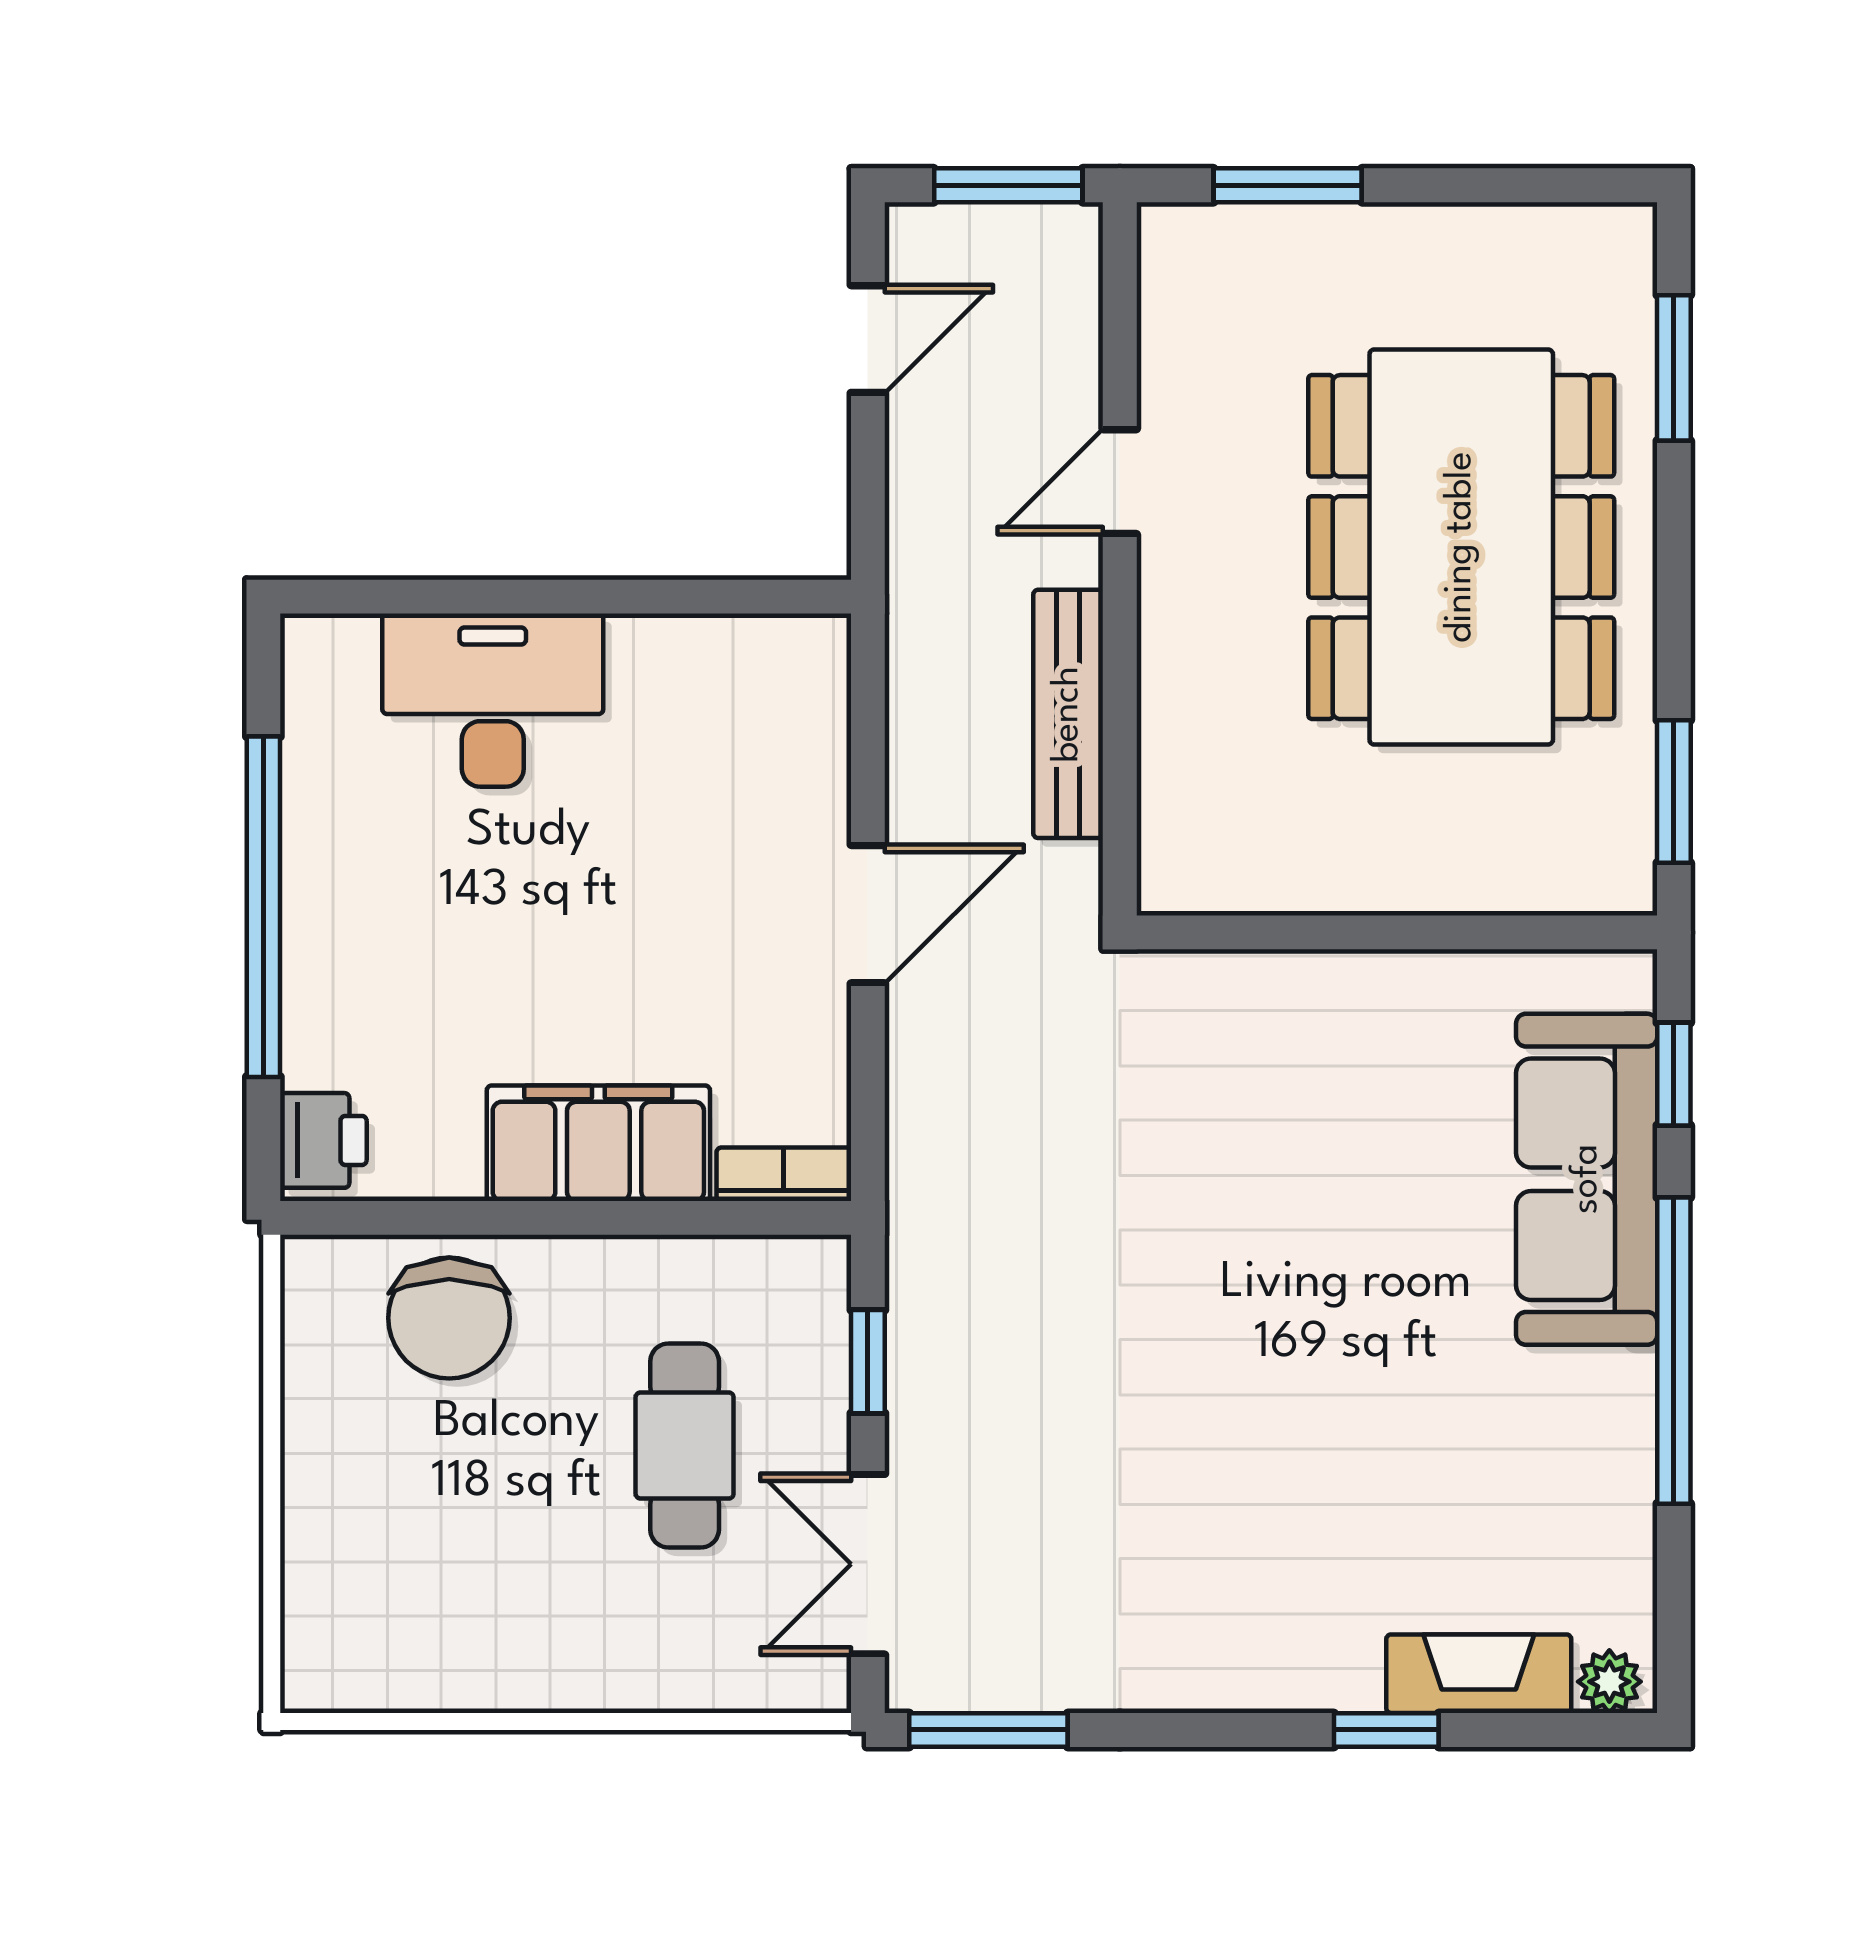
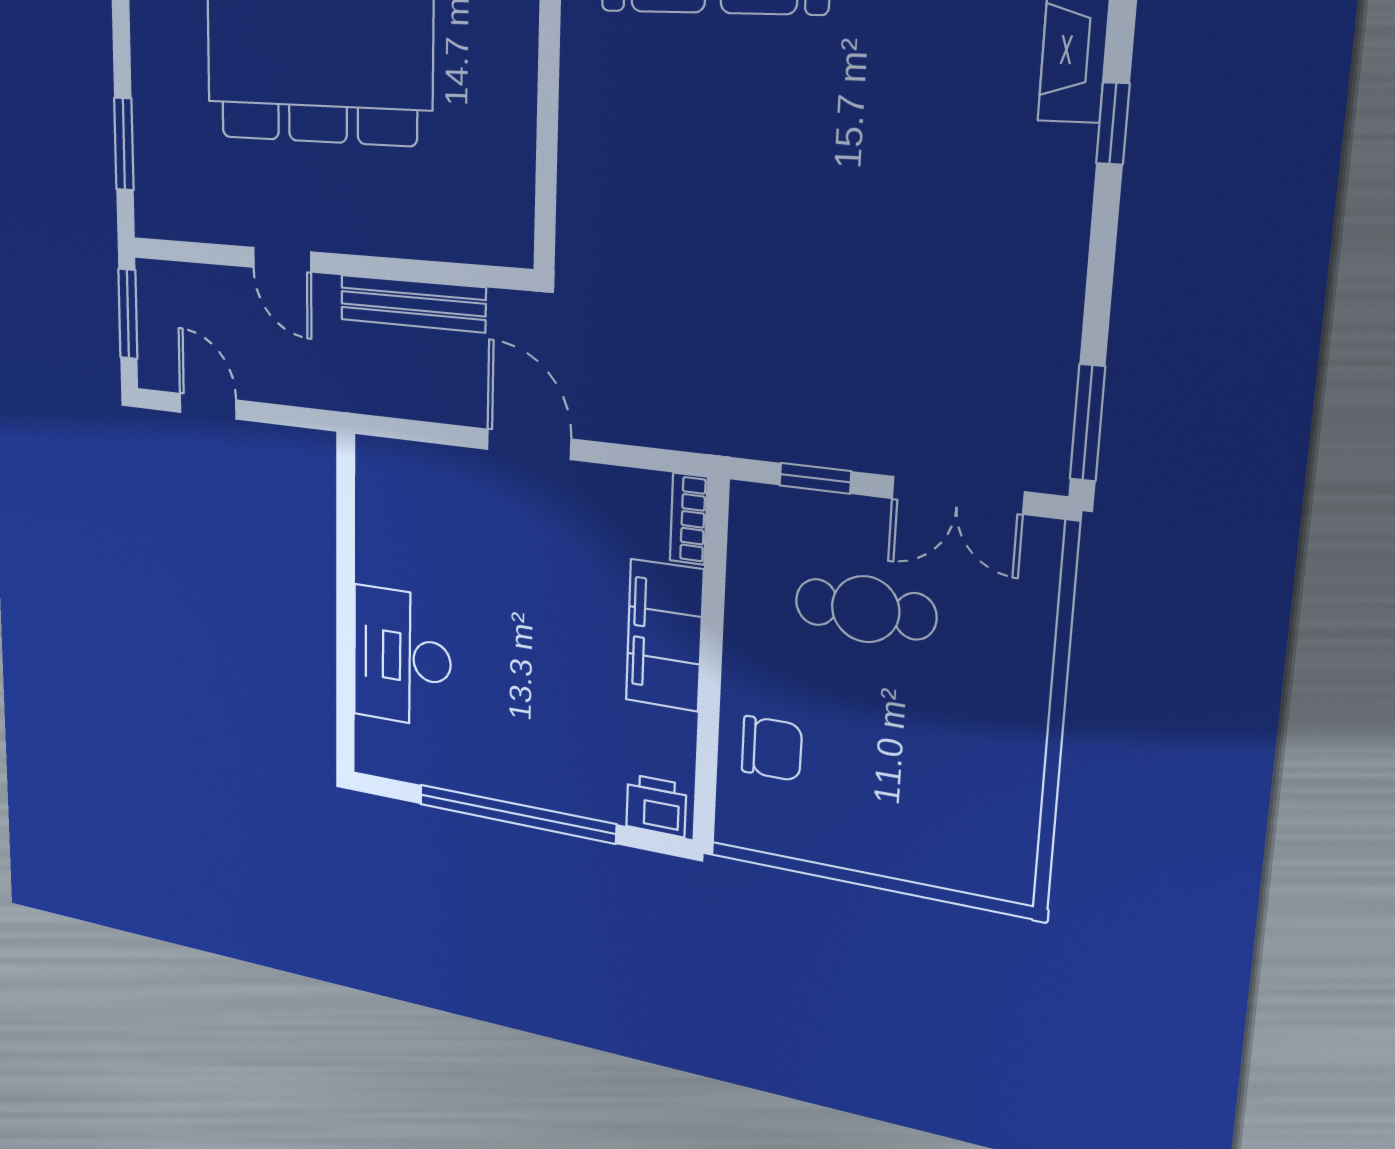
chair: (449, 1318) -> (772, 748), width x0.73, depth x0.73

